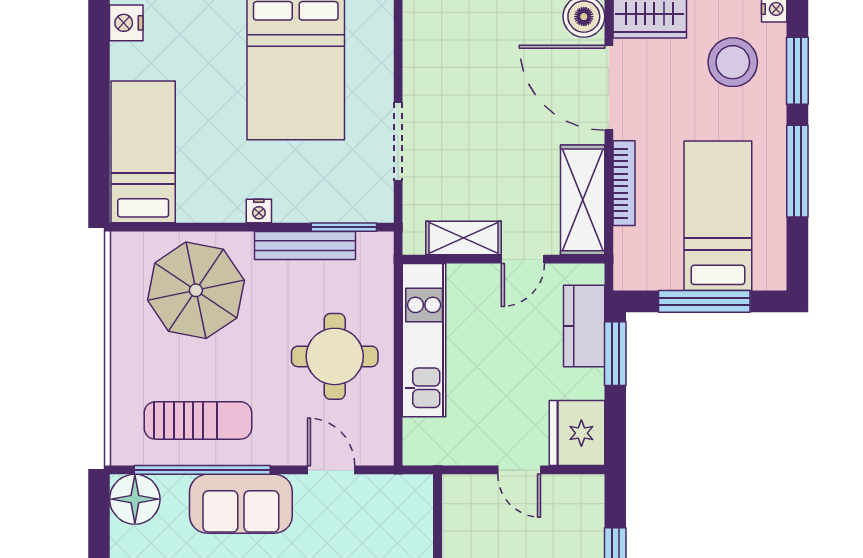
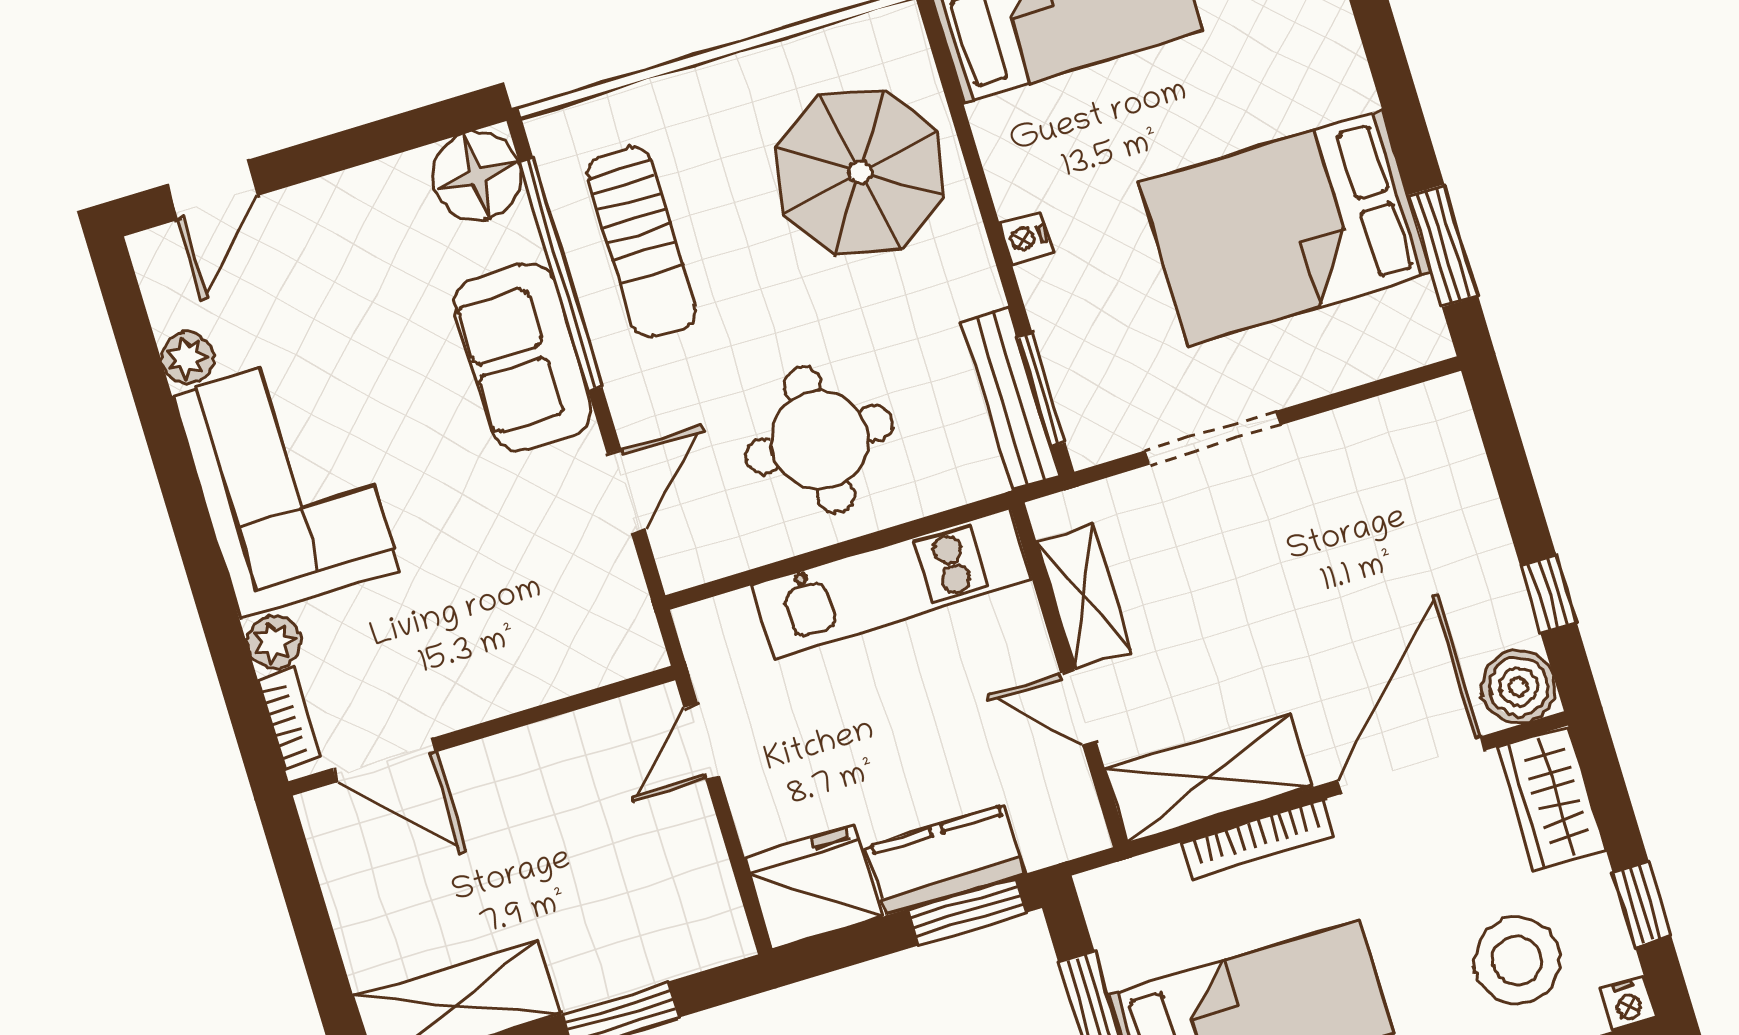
bench: (305, 245) -> (1010, 398), moved
kitchen counter: (584, 326) -> (945, 860), moved
door: (519, 470) -> (702, 742), moved

